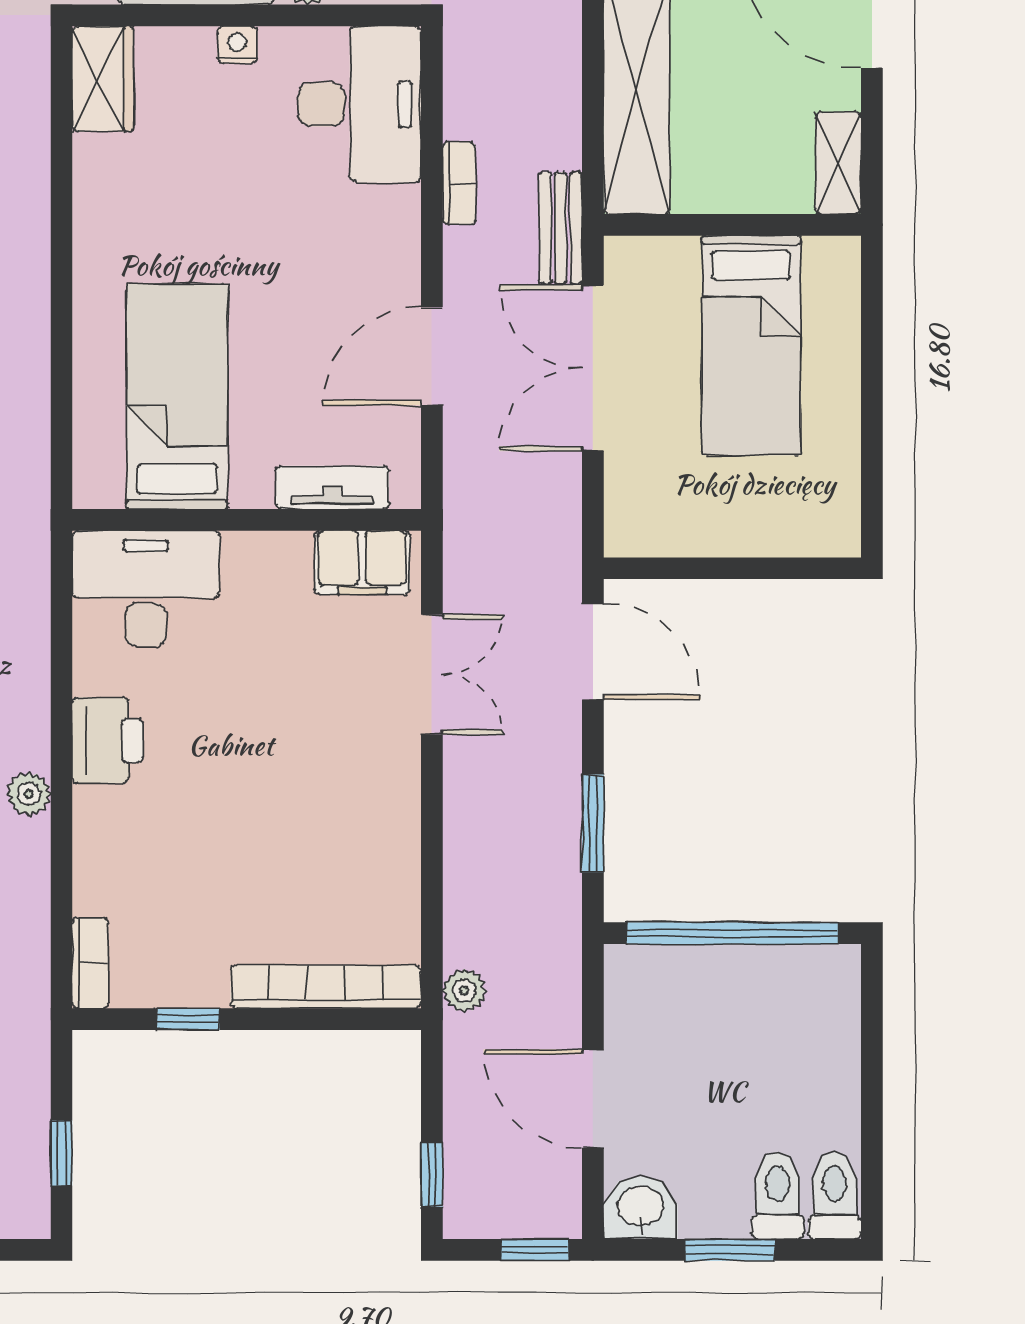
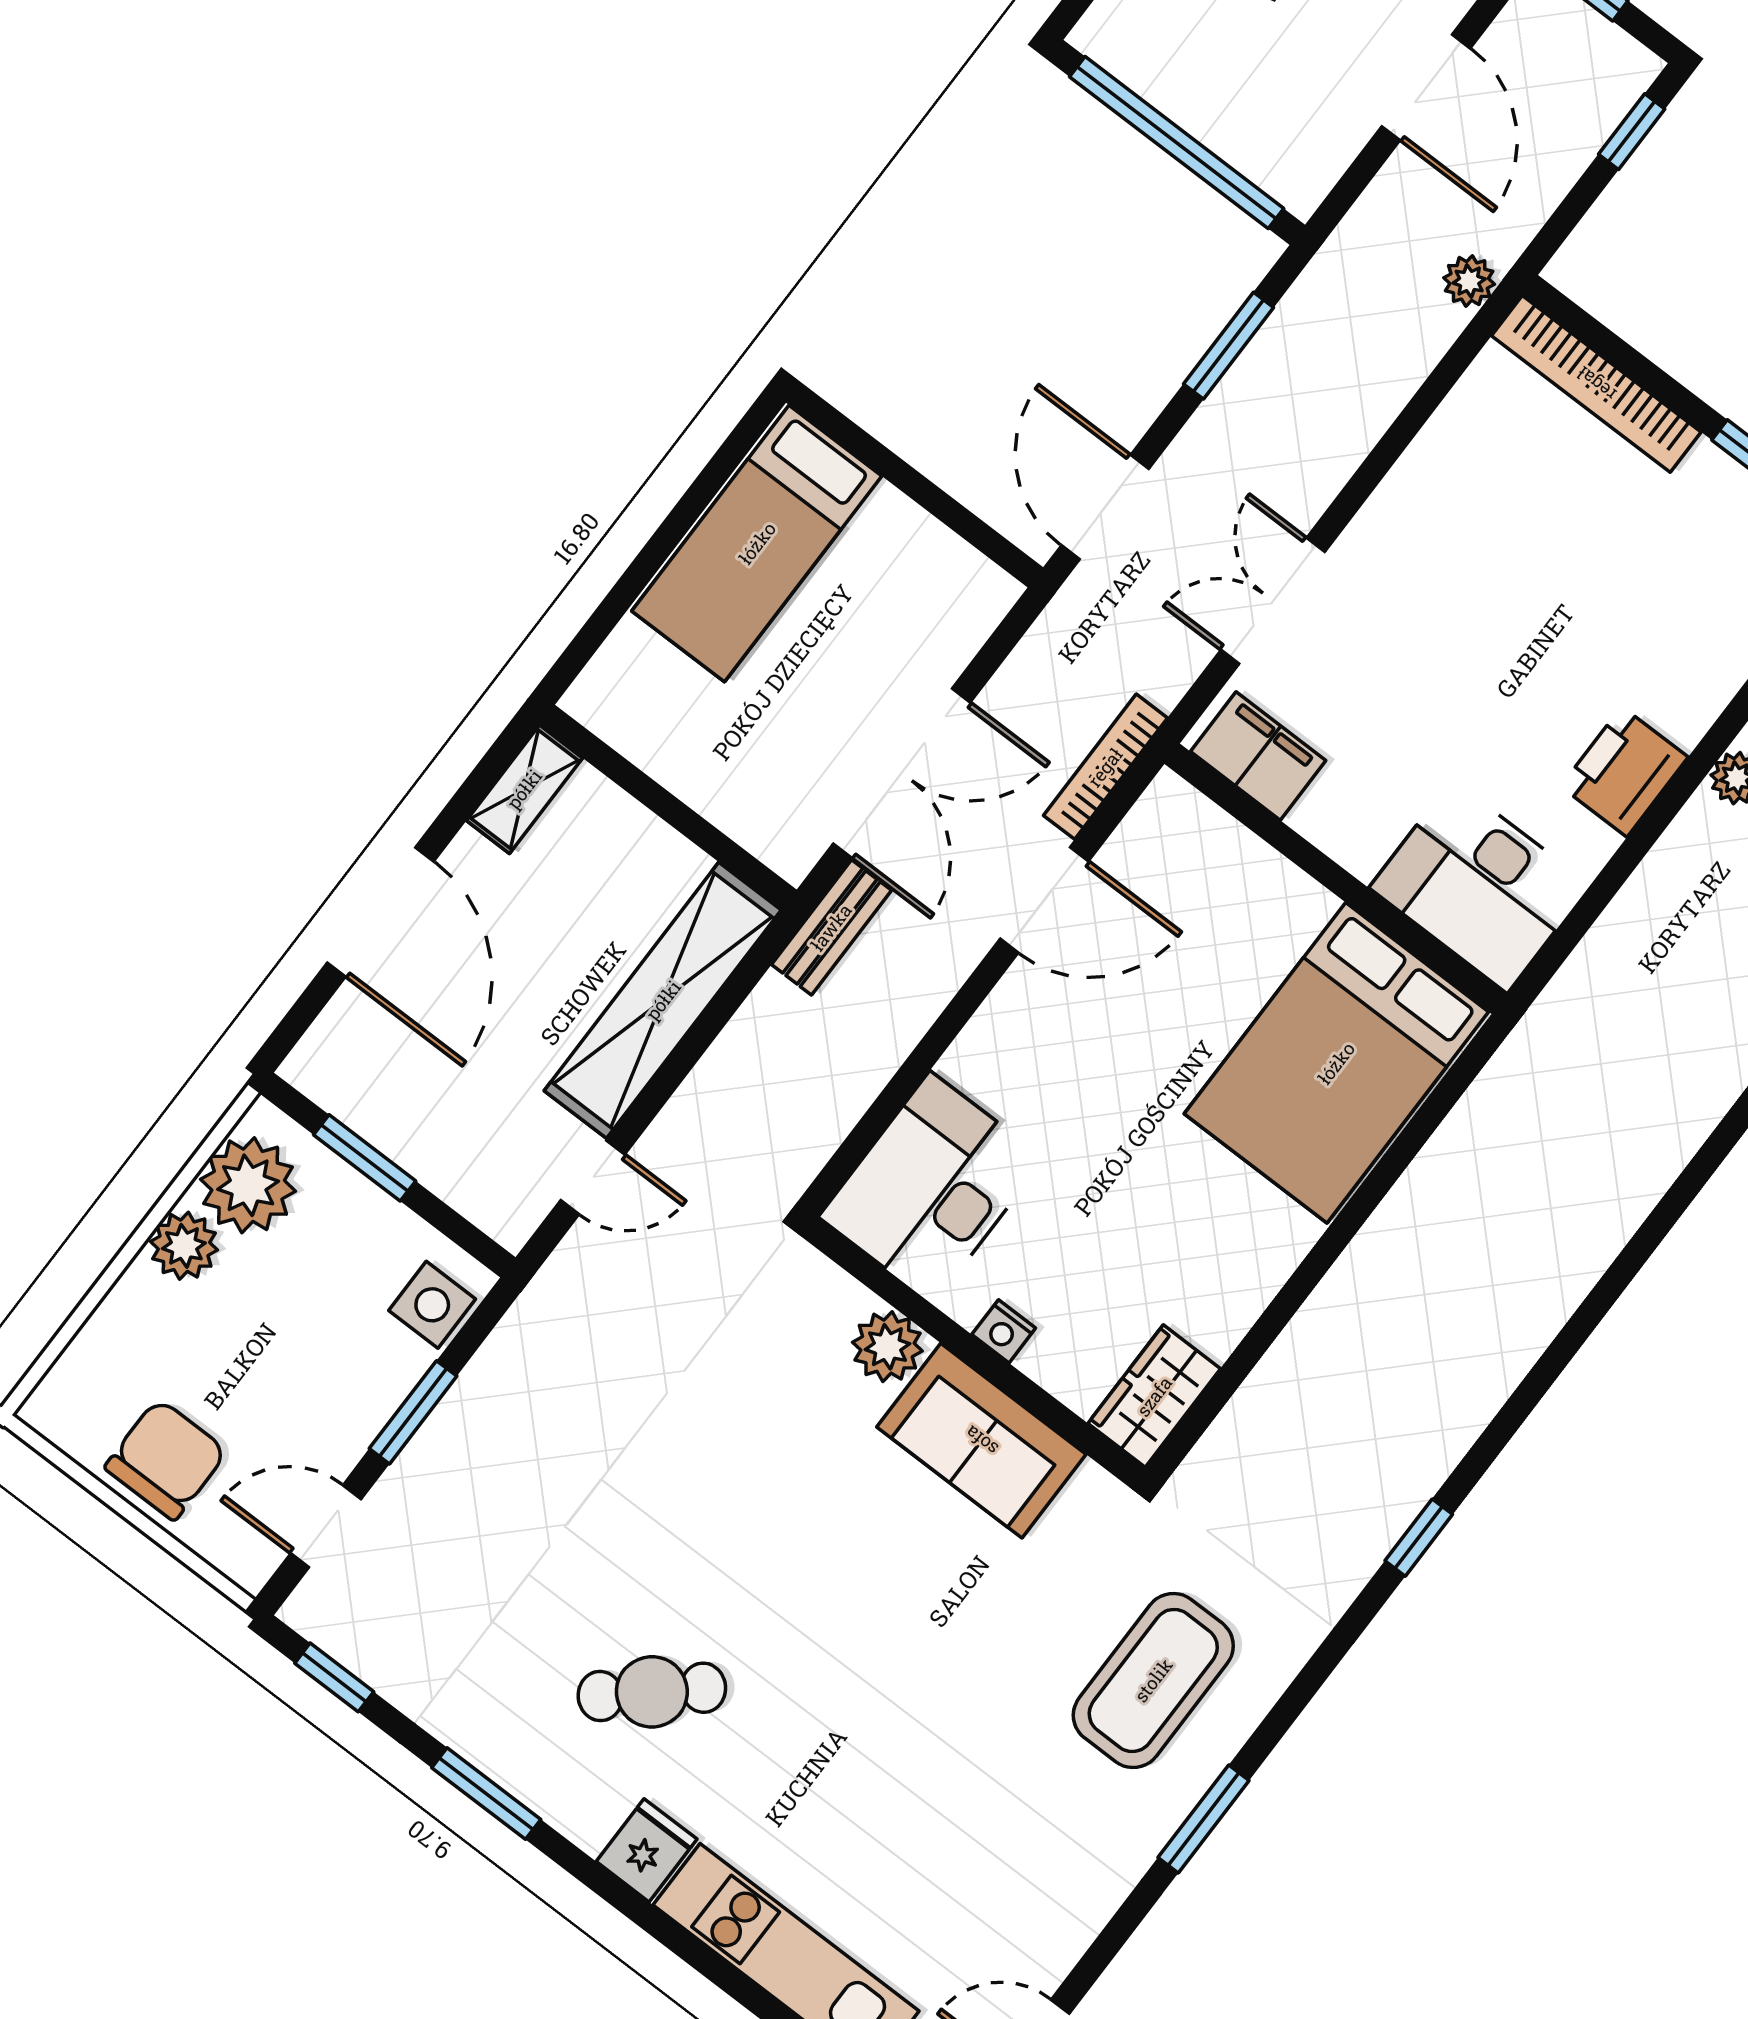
bookcase: (459, 183) -> (1105, 767), moved, width x1.56
bed: (751, 345) -> (757, 543), moved, turned 180
bed: (177, 397) -> (1336, 1063), width x1.50
tv unit: (332, 488) -> (1232, 848), removed

